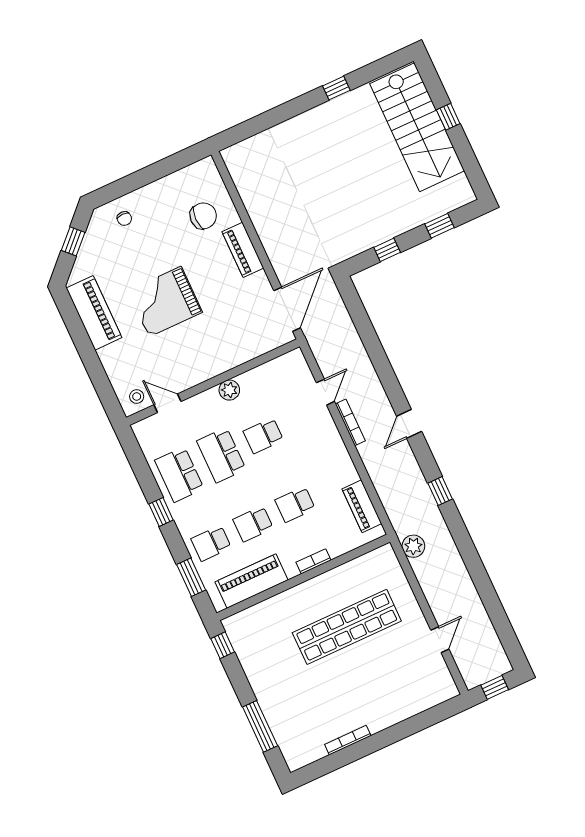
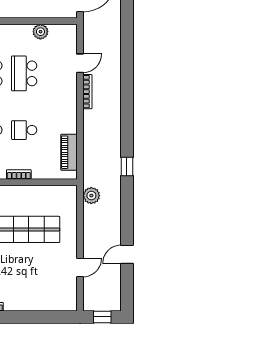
plant: (229, 390) -> (40, 32), moved
door: (409, 424) -> (127, 254), moved
school desk: (263, 436) -> (24, 73), width x1.85

